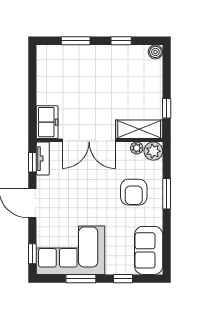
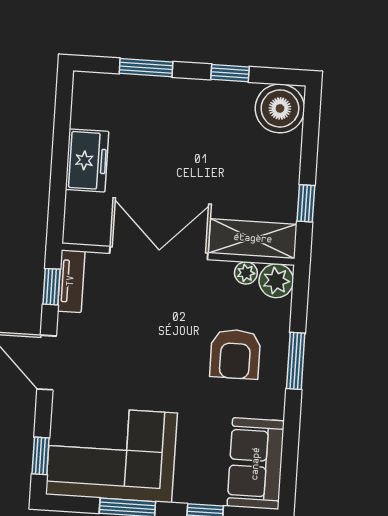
boiler: (155, 52) -> (280, 108), width x1.86, depth x1.86
freezer: (47, 122) -> (87, 160), moved
double door: (89, 140) -> (159, 253), swing flipped

